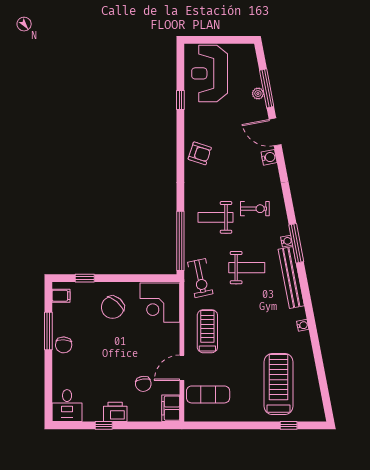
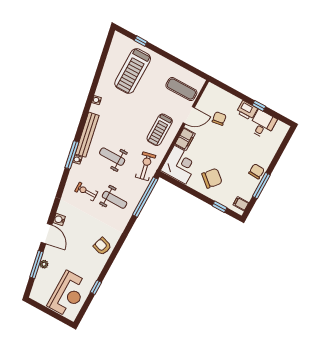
desk: (67, 406) -> (262, 124), moved
filing cabinet: (171, 408) -> (185, 139), moved

